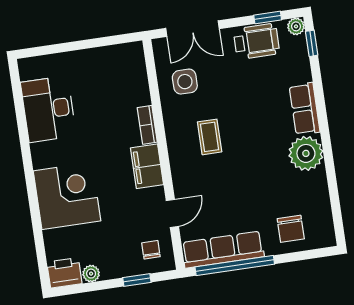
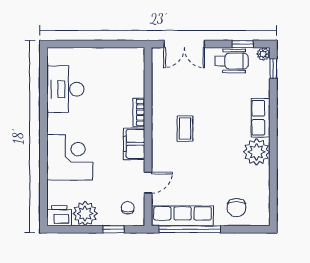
side table: (185, 82) -> (172, 84), removed
plant: (91, 274) -> (85, 214), width x1.88, depth x1.88

